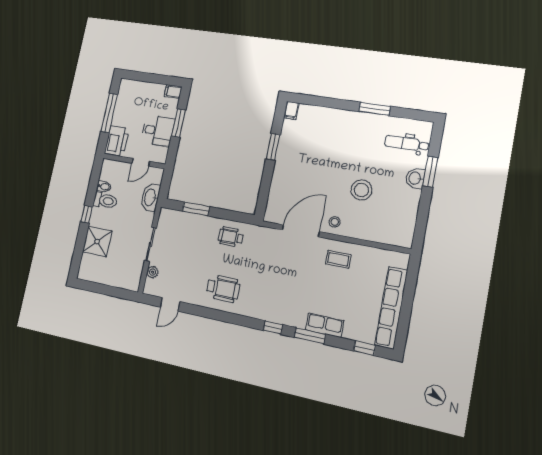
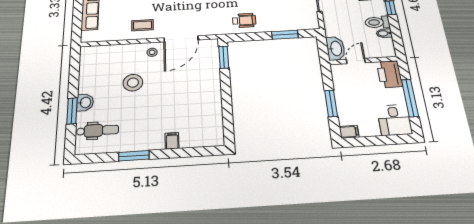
filing cabinet: (291, 110) -> (172, 141), moved
desk: (158, 131) -> (394, 120), moved, turned -90
window: (273, 147) -> (224, 57), moved
washbasin: (150, 197) -> (336, 48), moved

